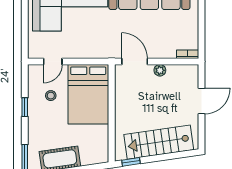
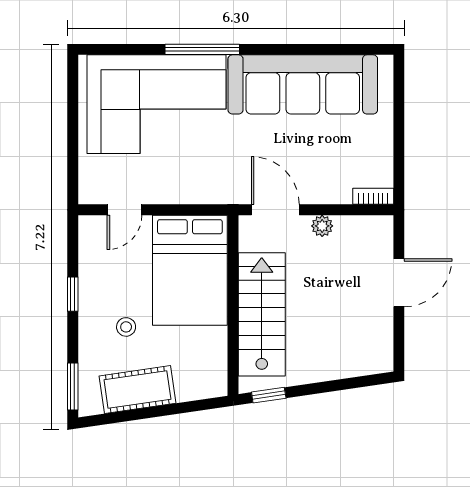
stool: (51, 96) -> (126, 327), moved
stairs: (159, 142) -> (262, 314), moved, turned 98

